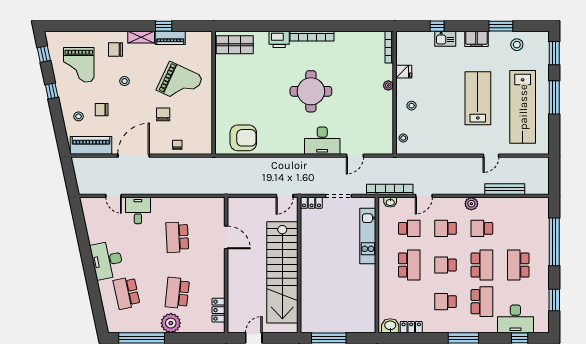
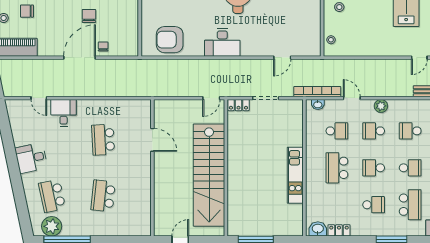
armchair: (243, 138) -> (170, 40), turned 180
desk: (322, 141) -> (222, 42), moved
door: (134, 156) -> (80, 58), moved
door: (424, 196) -> (352, 98), swing flipped
plant: (471, 204) -> (381, 106), moved
kitchen unit: (368, 236) -> (295, 175), moved
desk: (107, 260) -> (31, 158), width x0.73
school desk: (409, 265) -> (337, 168), turned 180
school desk: (482, 265) -> (410, 168), width x0.54
school desk: (446, 302) -> (374, 205), turned 180
locker: (218, 310) -> (145, 213), removed
plant: (171, 323) -> (52, 226), moved

